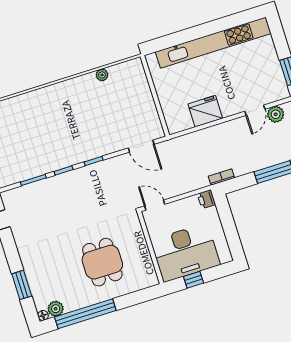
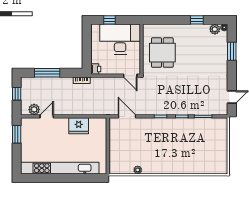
dining table: (102, 262) -> (162, 53), moved
window: (194, 280) -> (109, 20), moved
window: (85, 314) -> (197, 20), width x0.32

